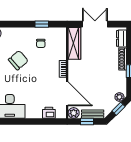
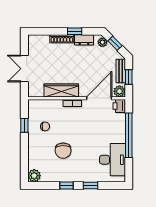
dresser: (122, 38) -> (84, 40), moved
wardrobe: (74, 43) -> (61, 90), moved
chair: (18, 60) -> (63, 151), turned -139
printer: (49, 113) -> (119, 106), moved
window: (32, 122) -> (129, 135), added

